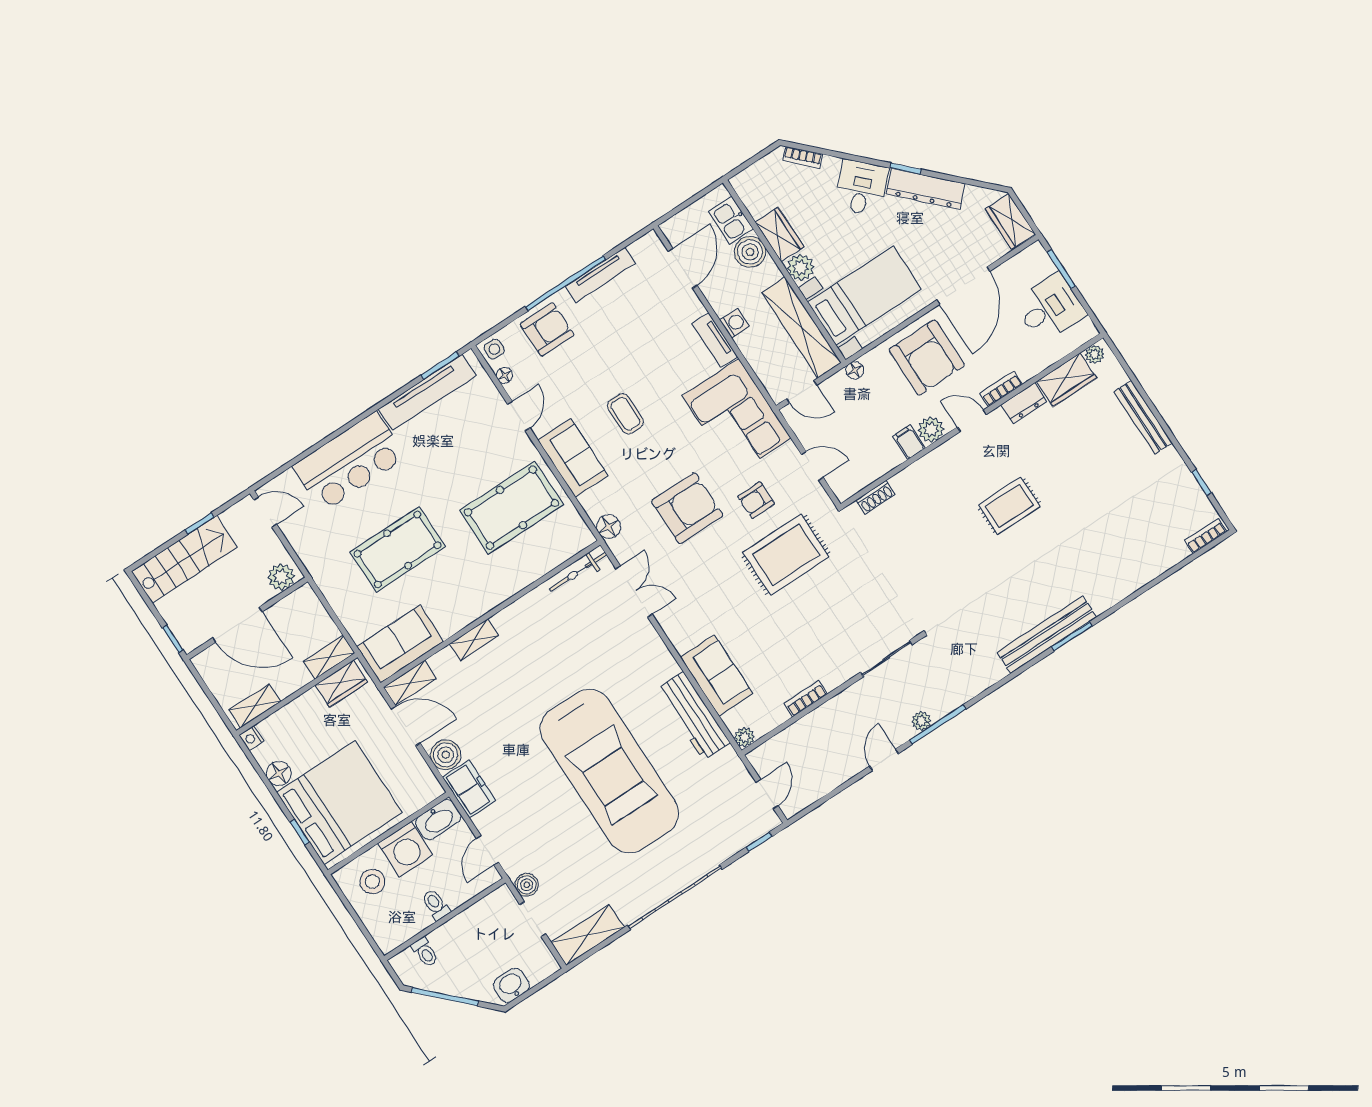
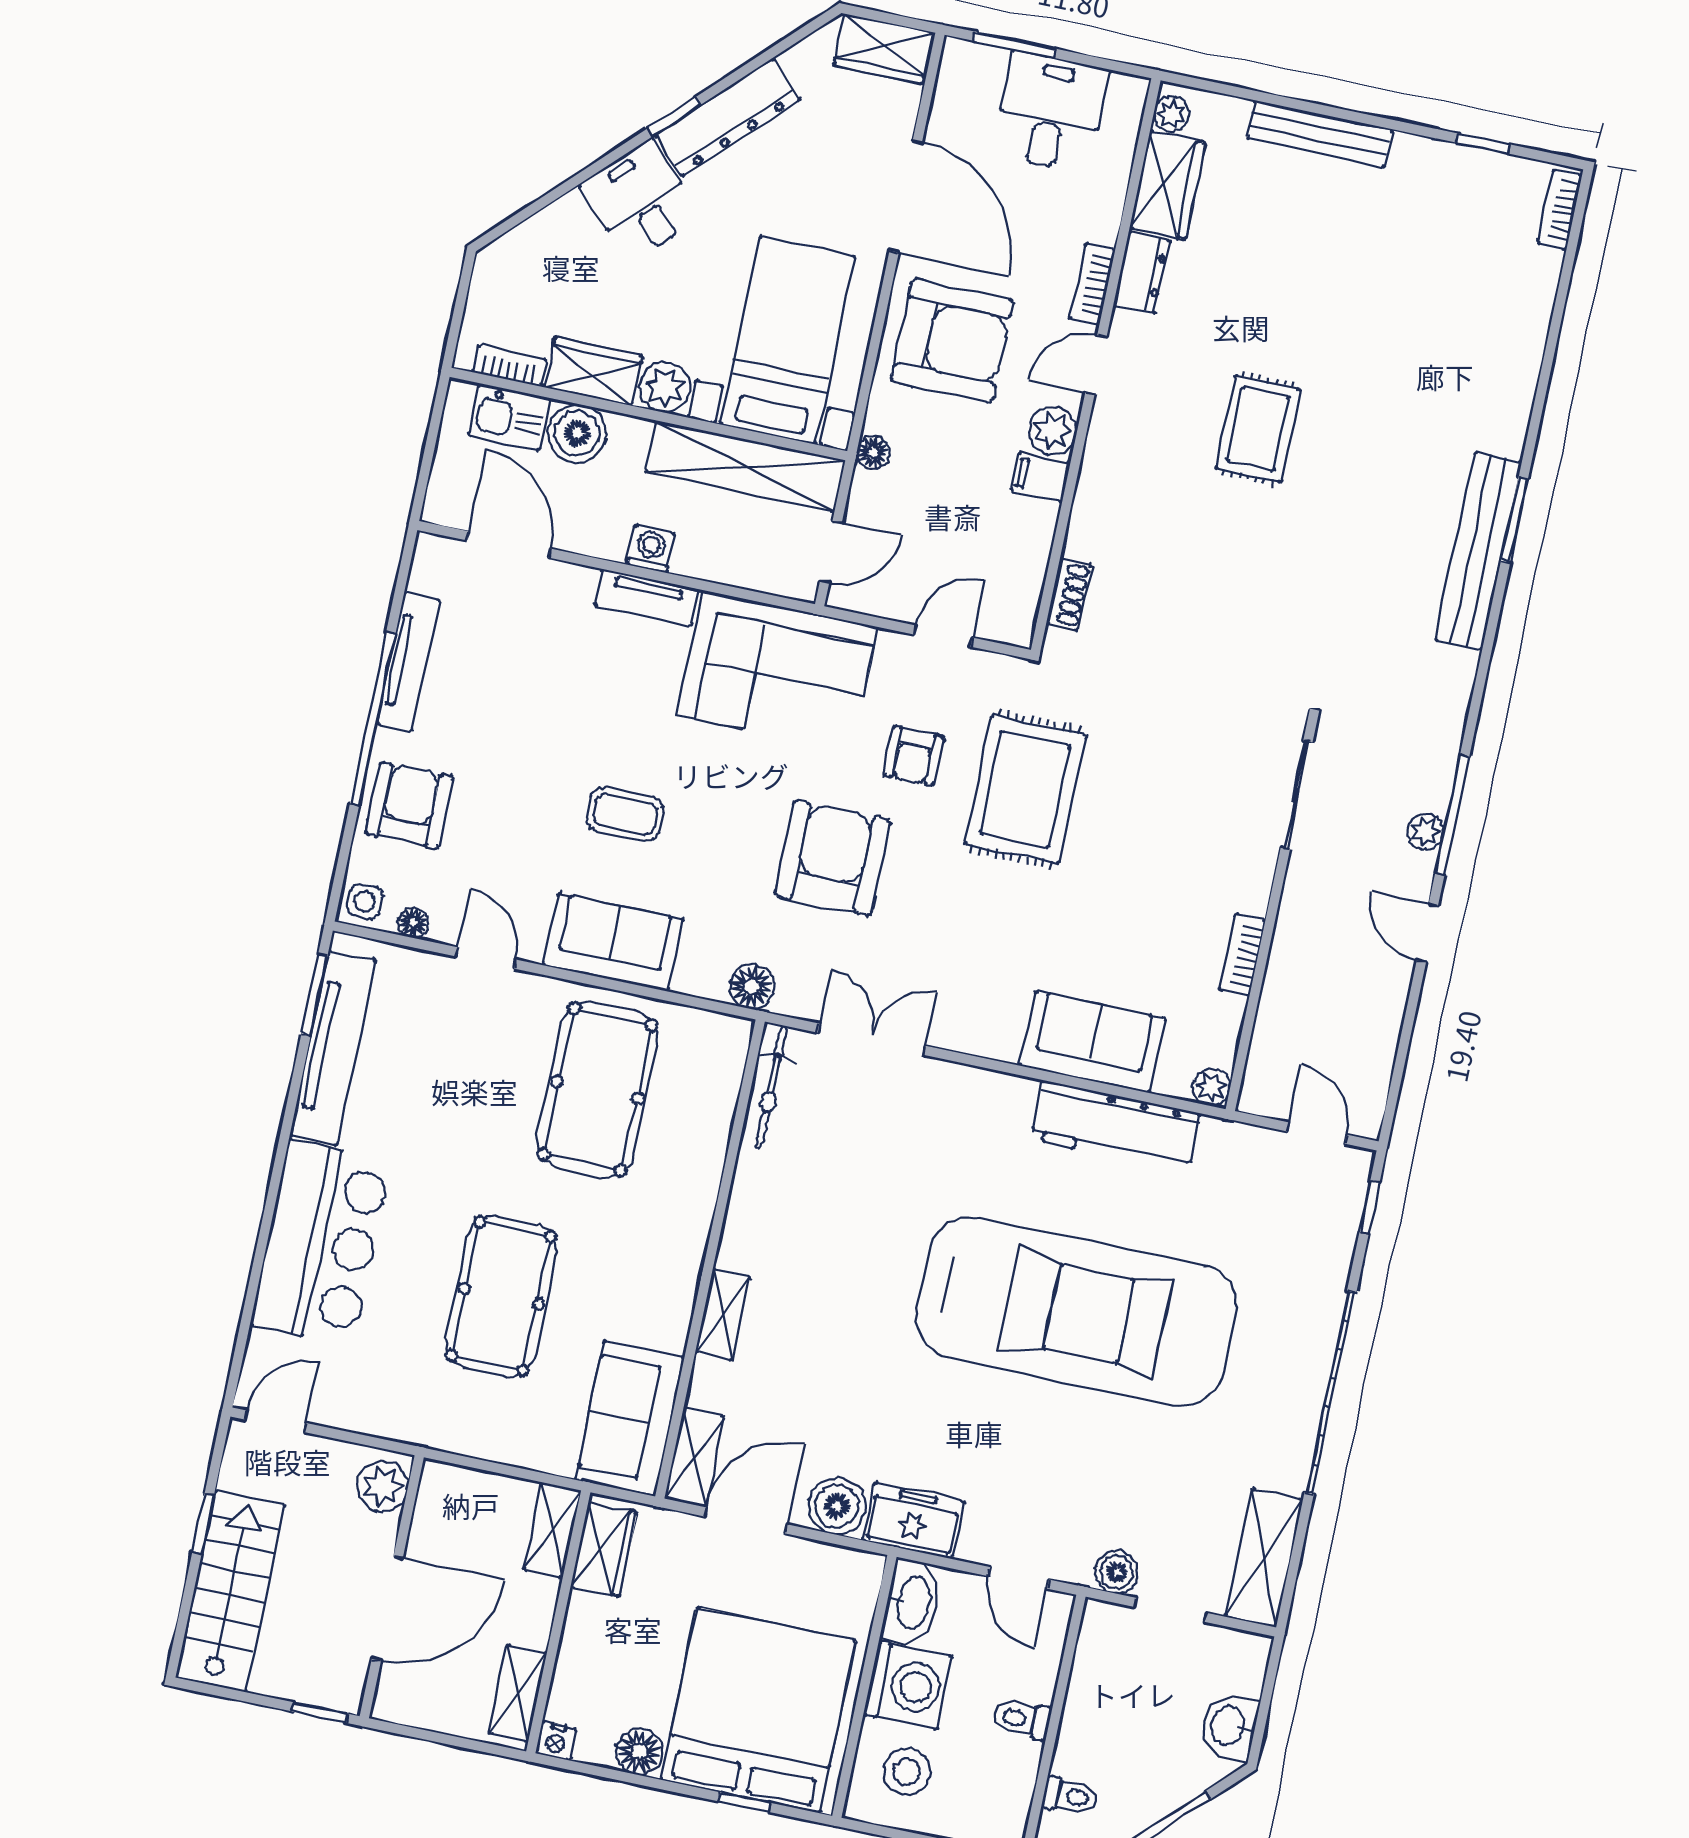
bookcase: (803, 157) -> (509, 366), moved, turned -135

